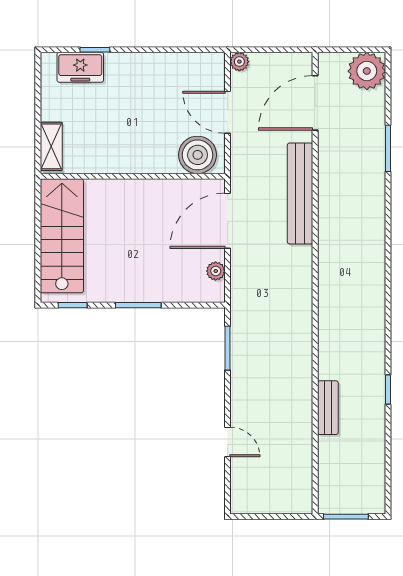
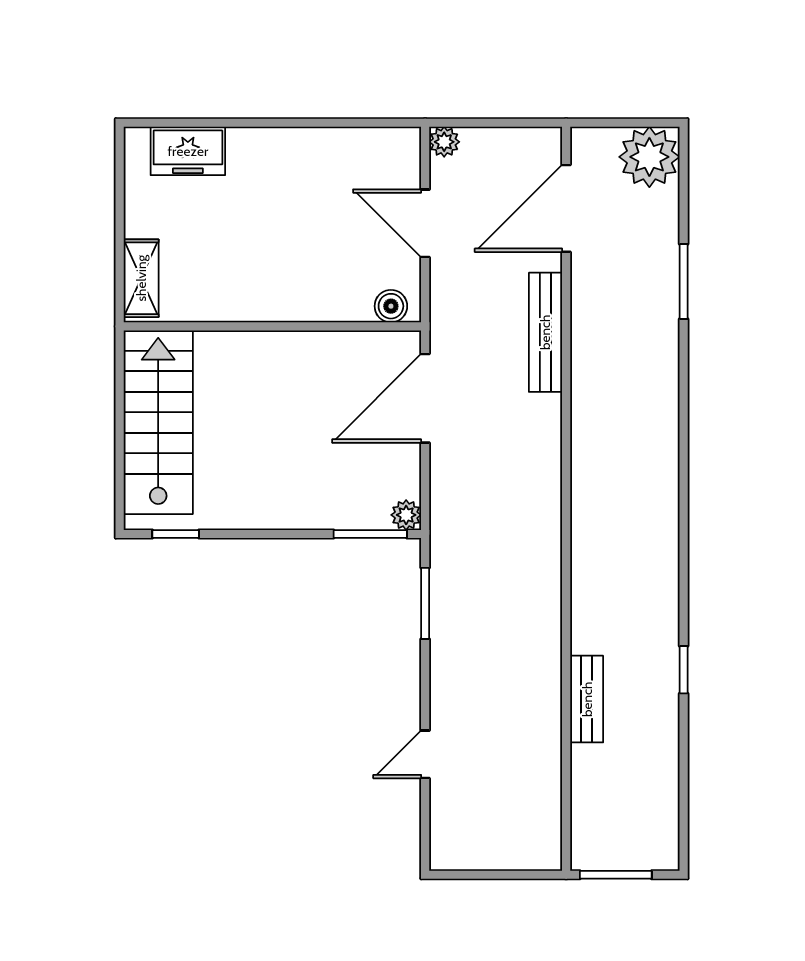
window: (95, 50) -> (211, 123), removed
boiler: (198, 155) -> (391, 306), width x0.54, depth x0.54
bench: (300, 193) -> (545, 332), width x0.73, depth x0.82
plant: (216, 271) -> (406, 515), moved
window: (138, 305) -> (370, 534), moved
door: (228, 442) -> (425, 754), swing flipped

